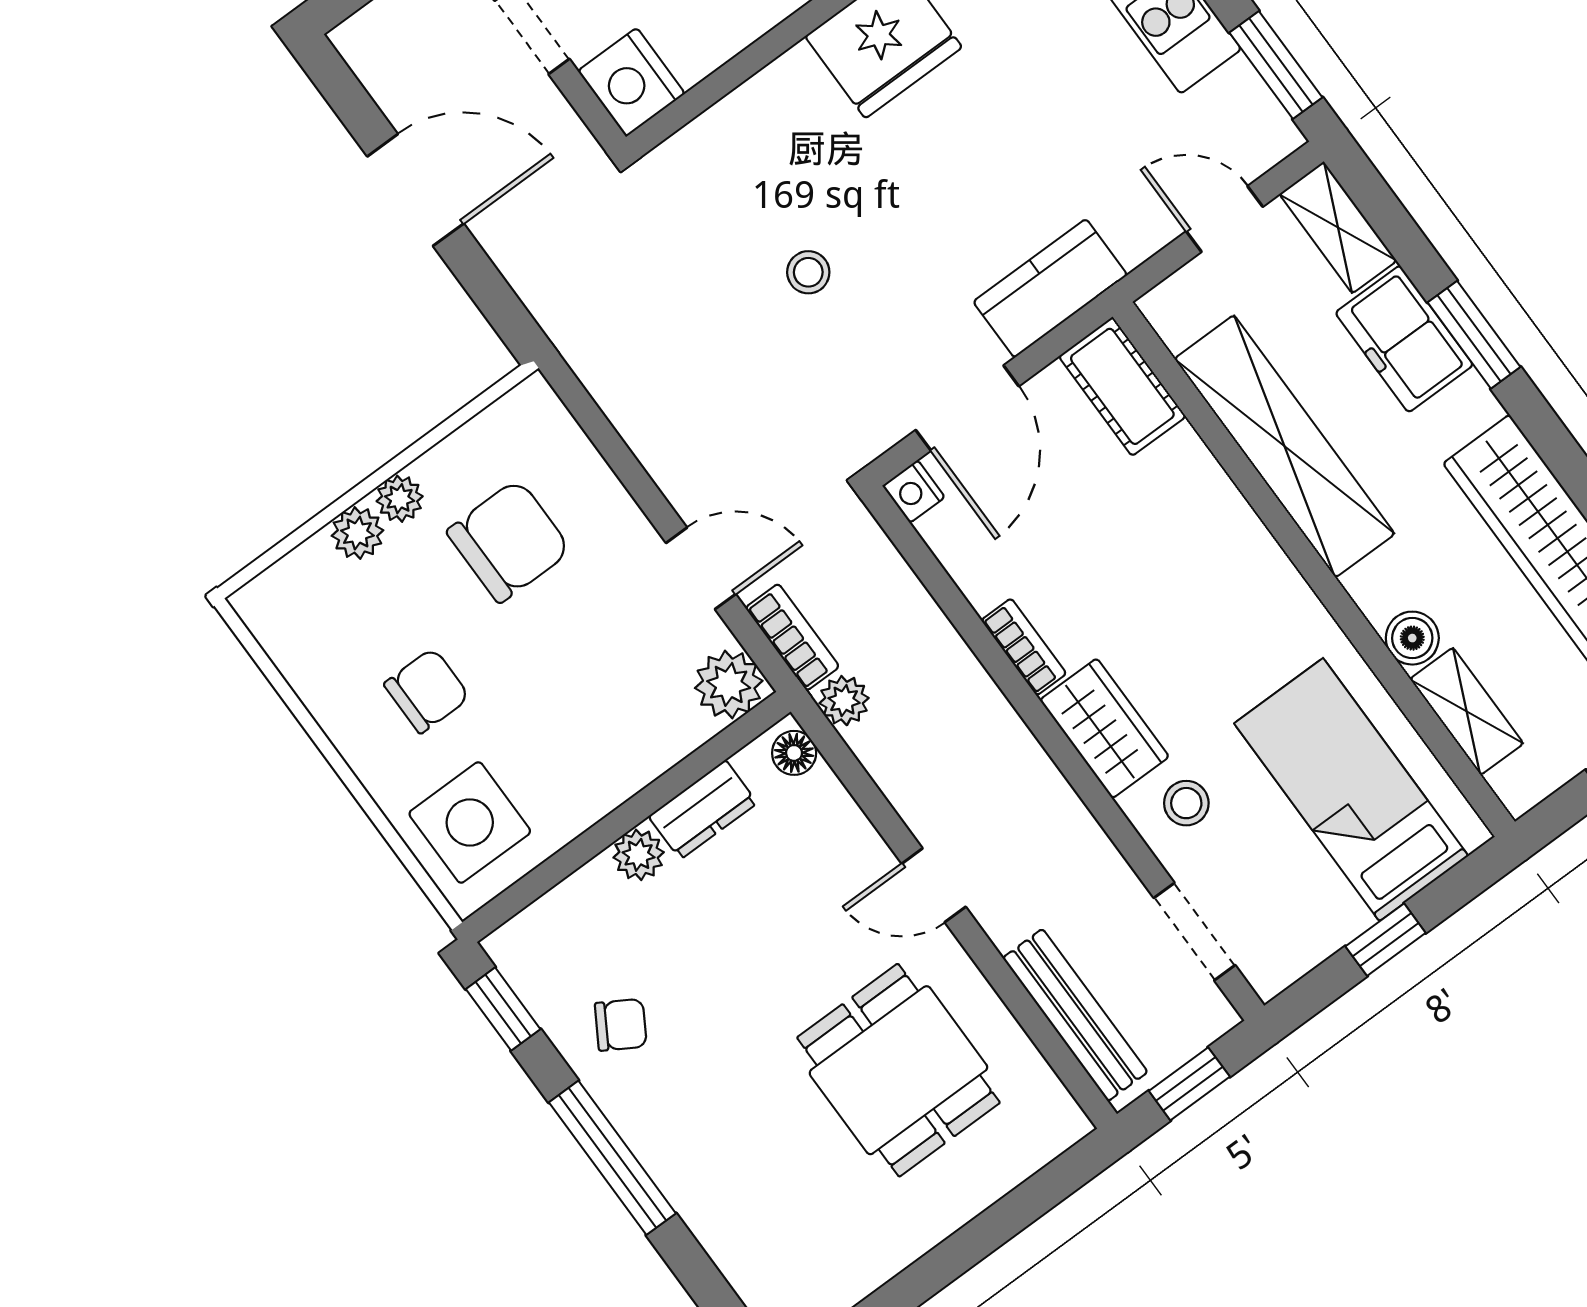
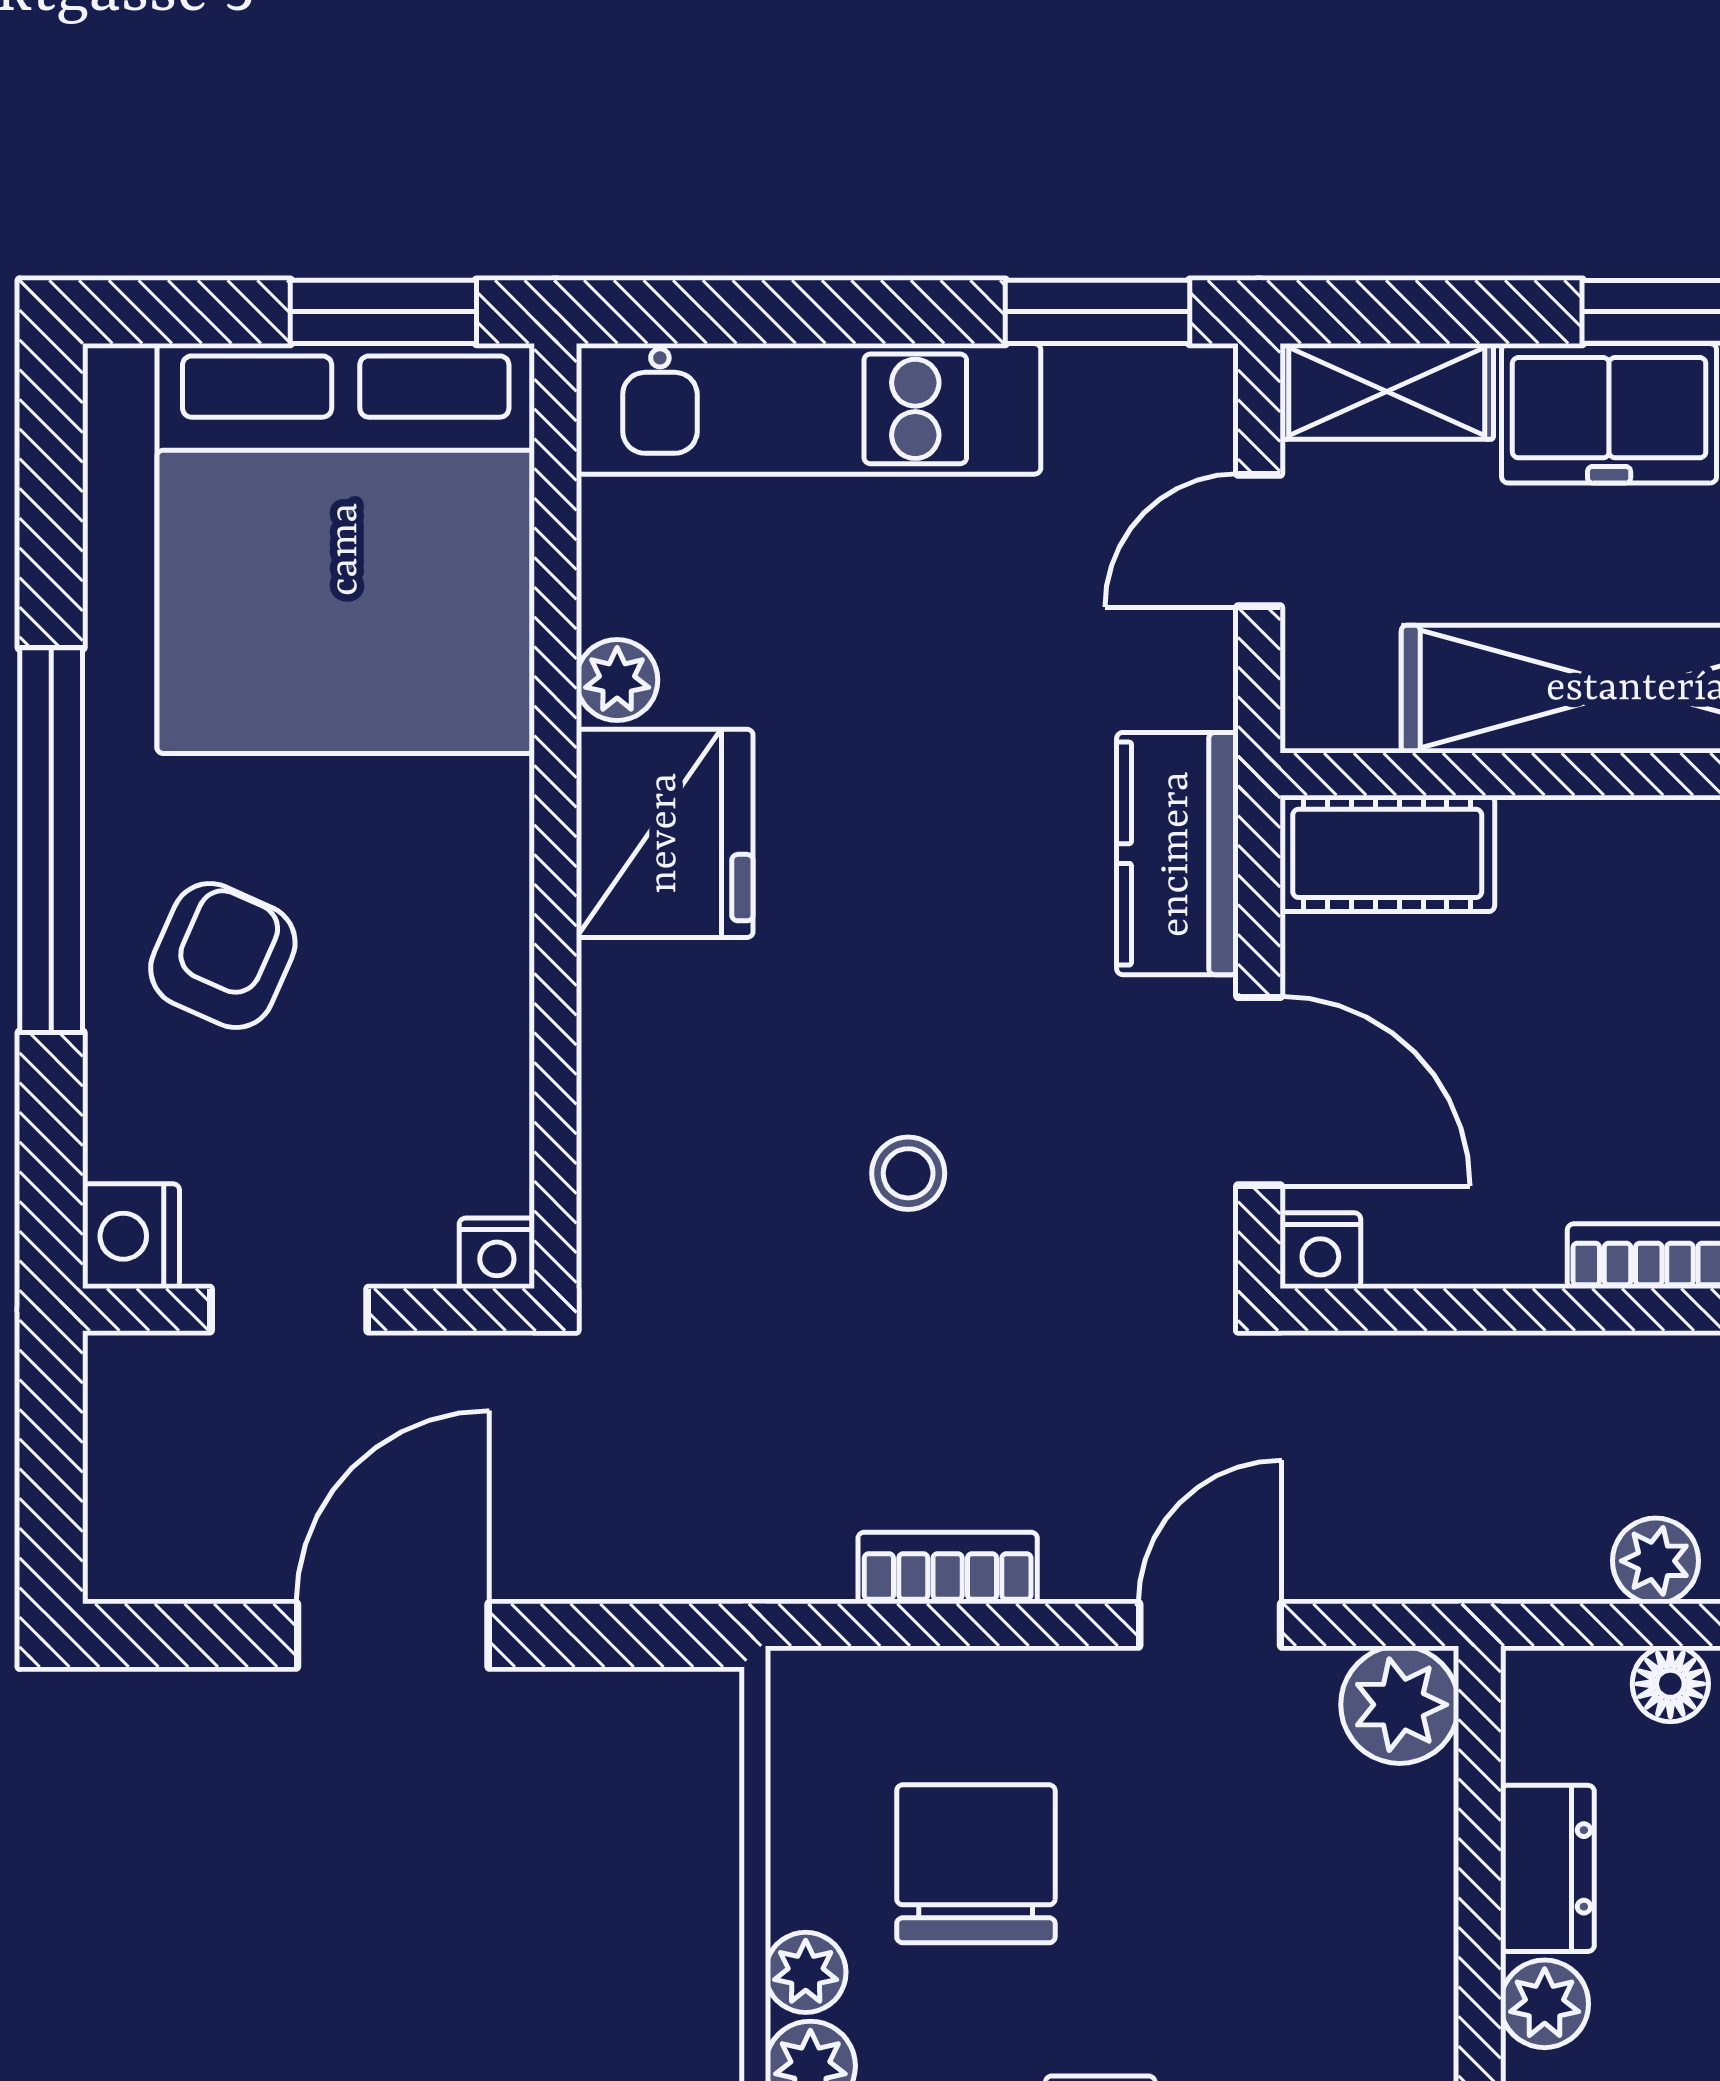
nightstand: (631, 82) -> (497, 1253), width x0.53, depth x0.56
bookcase: (792, 637) -> (948, 1568), moved
plant: (844, 701) -> (1656, 1561), moved
floor lamp: (794, 753) -> (1670, 1684), moved

